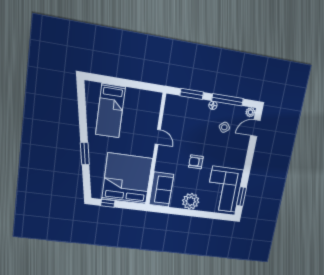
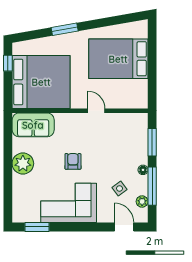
bed: (110, 111) -> (118, 59), width x1.50
plant: (250, 112) -> (142, 201), moved
door: (158, 137) -> (96, 111), swing flipped
corner sofa: (224, 189) -> (69, 203), moved

